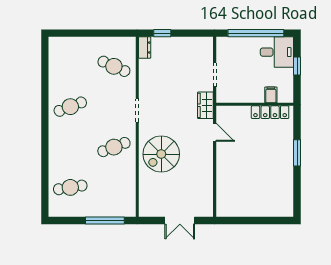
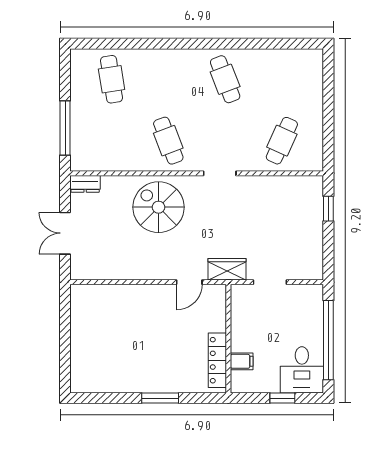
dresser: (145, 47) -> (85, 184), moved

